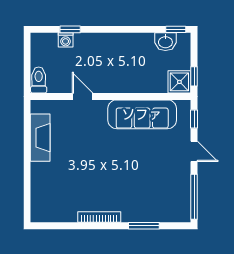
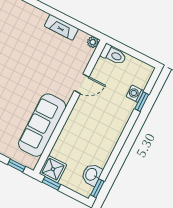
plant: (37, 106) -> (93, 42), added
fireplace: (40, 138) -> (61, 27), width x0.73, depth x0.76

